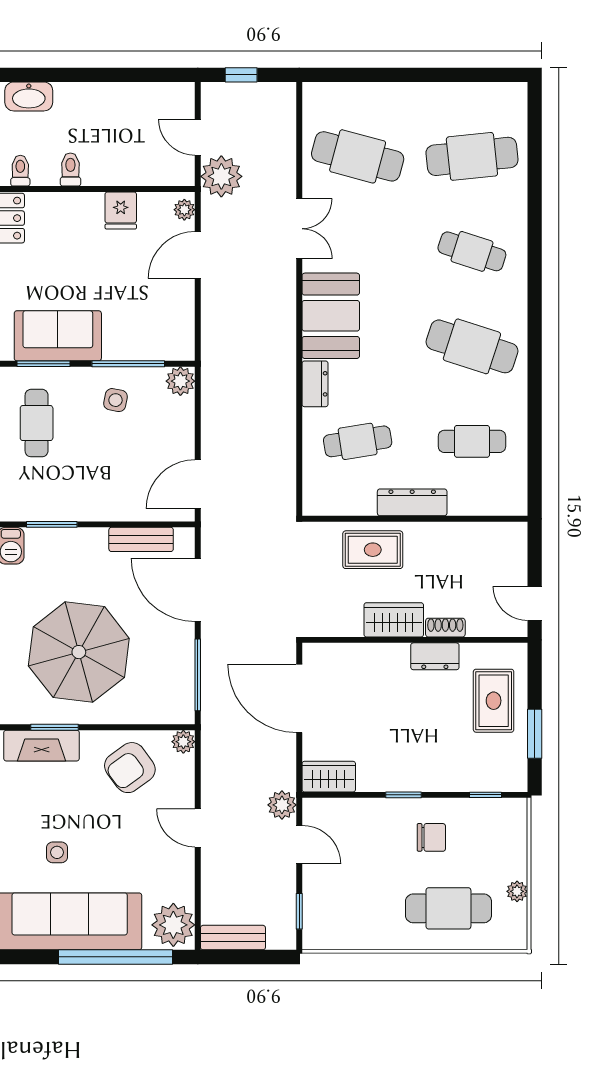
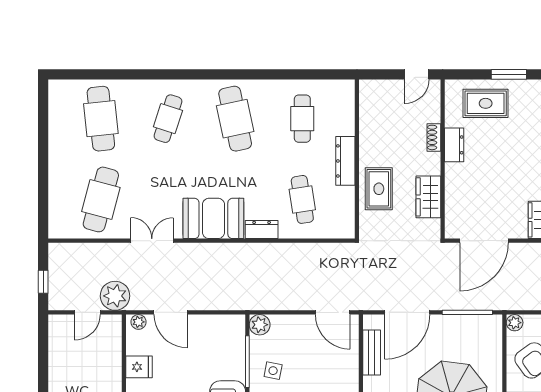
cafe table: (472, 346) -> (235, 119), turned -30
wardrobe: (394, 620) -> (428, 197), moved

